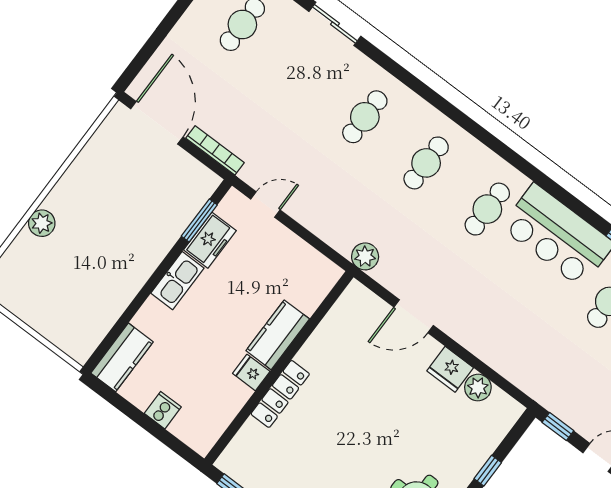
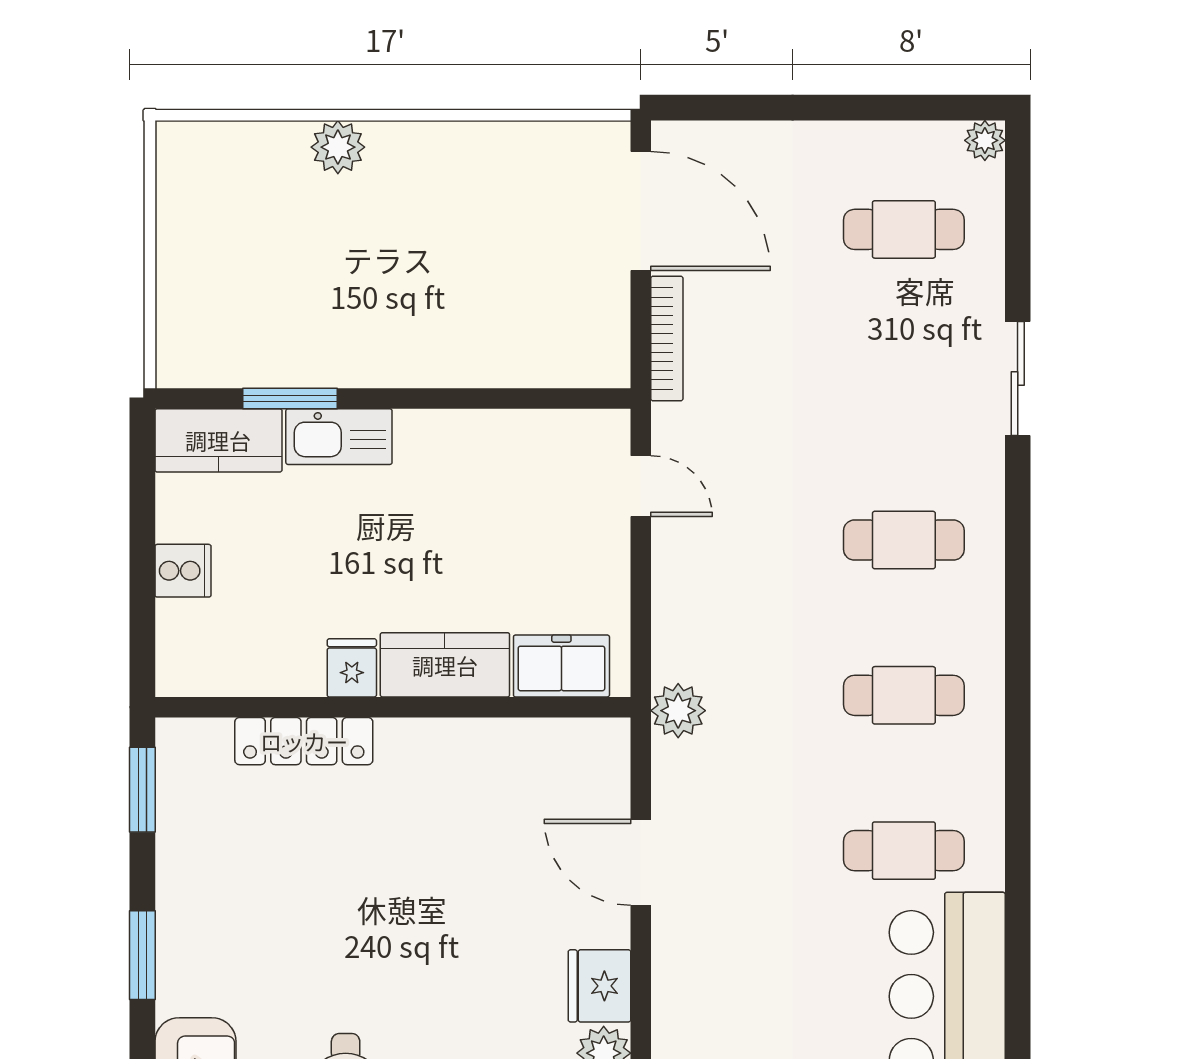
door: (157, 123) -> (641, 211), hinge flipped
window: (199, 220) -> (290, 399), moved
freezer: (210, 240) -> (561, 666), moved, turned 180
kitchen sink: (177, 281) -> (339, 437), moved
locker: (280, 394) -> (304, 741), moved

